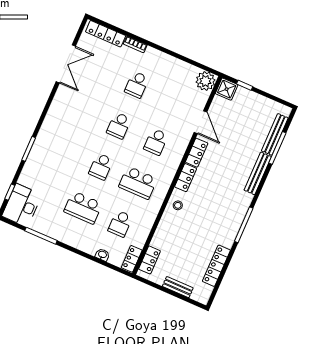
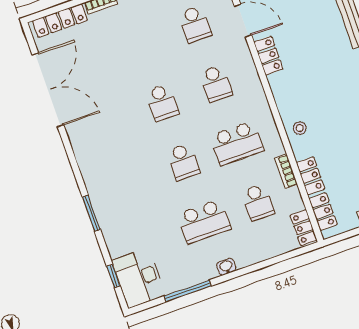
double door: (66, 64) -> (48, 90), width x1.36
school desk: (137, 85) -> (195, 24), moved
locker: (186, 178) -> (311, 176), moved
bookcase: (150, 221) -> (286, 171), added
washbasin: (102, 255) -> (226, 267), moved

